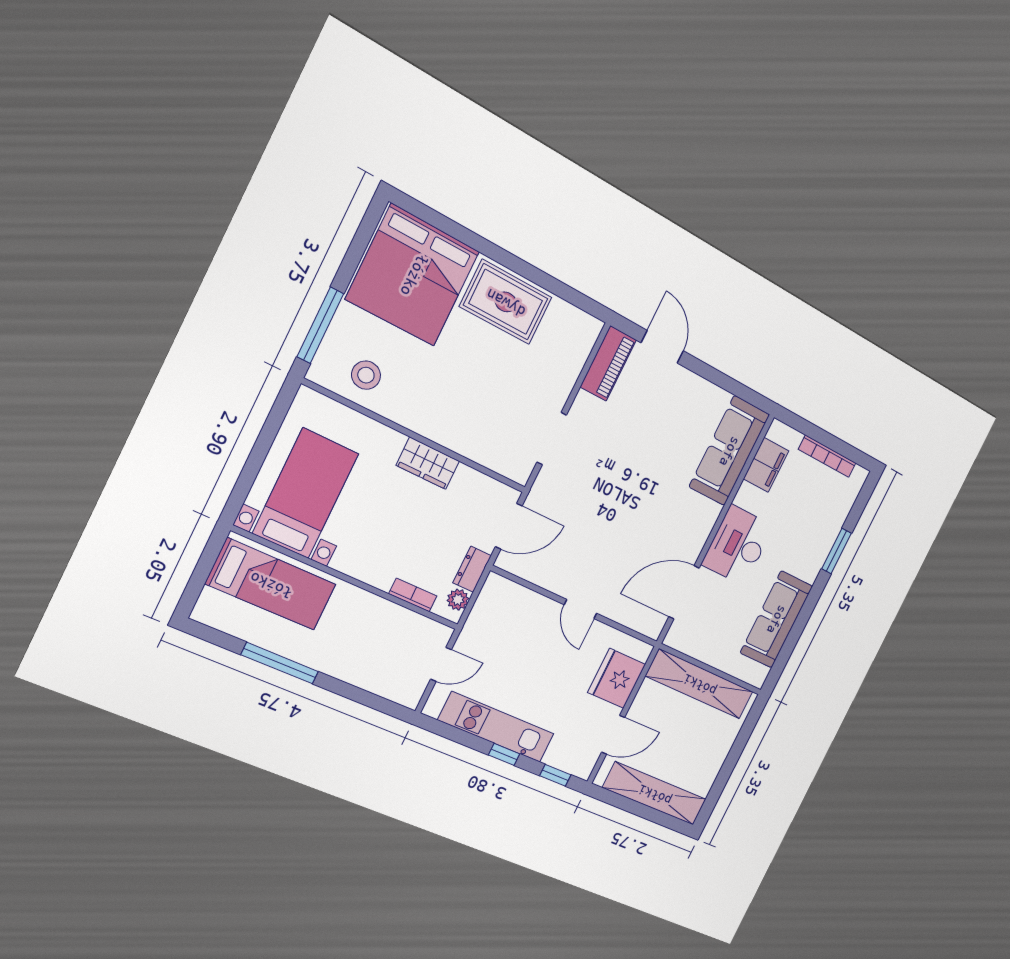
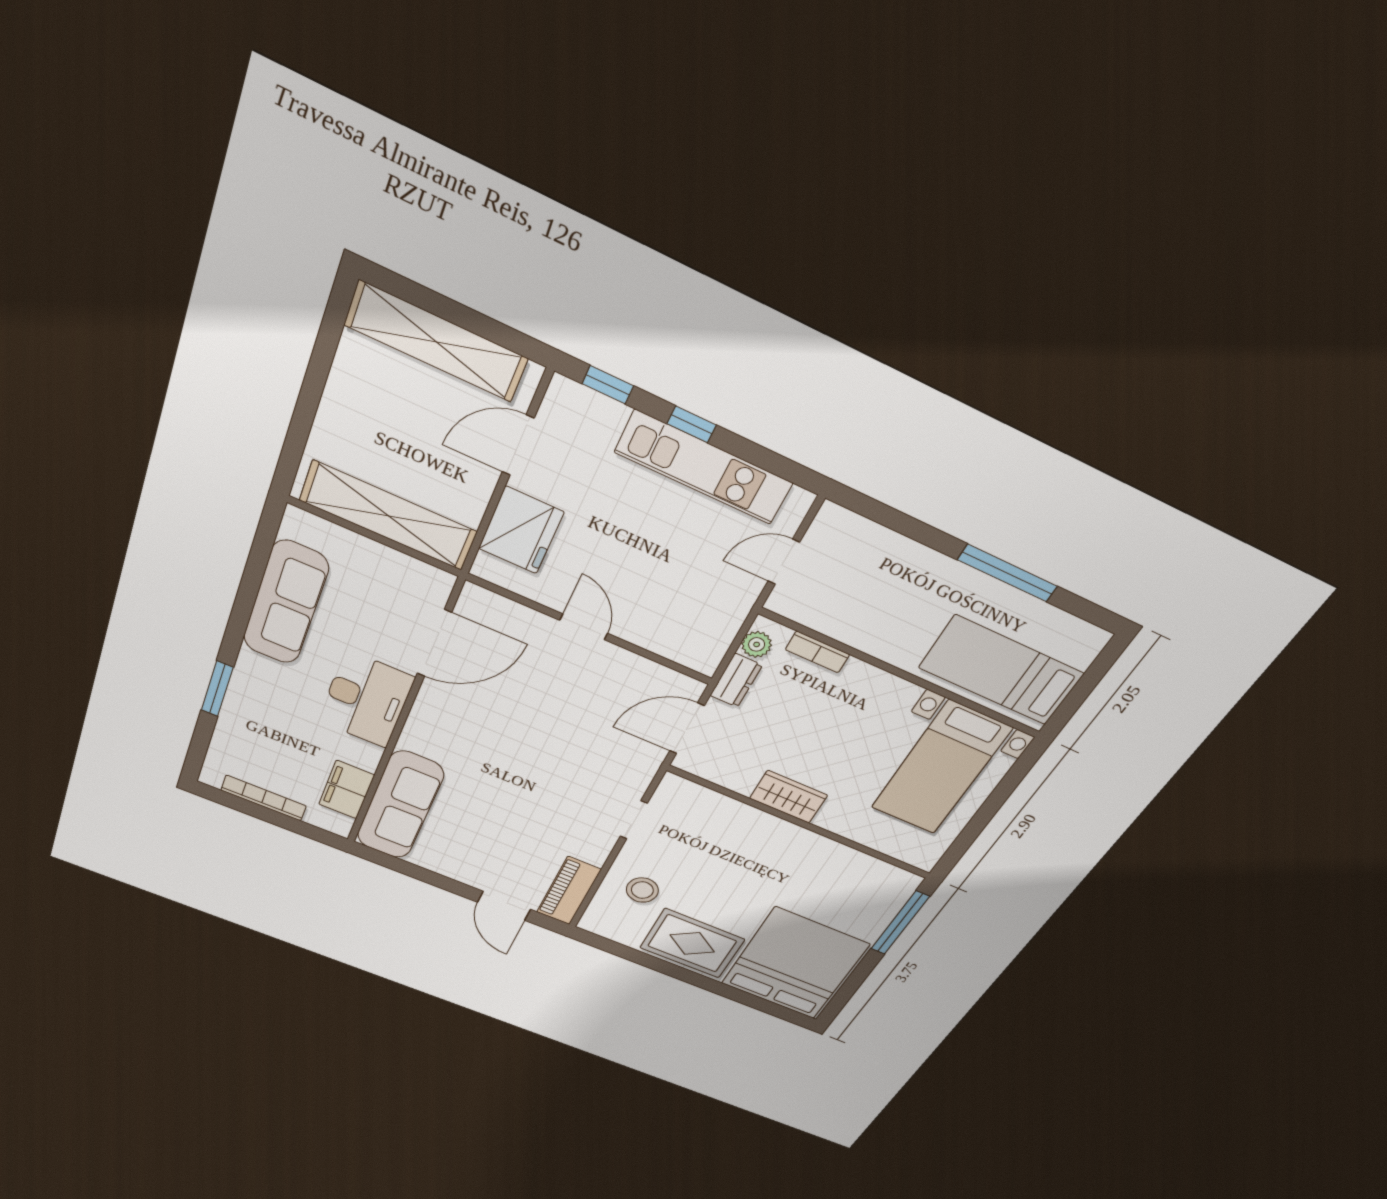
stool: (366, 375) -> (642, 890), moved
doorway: (552, 439) -> (634, 820), width x0.73

